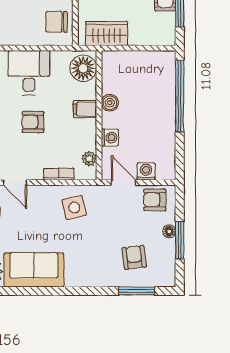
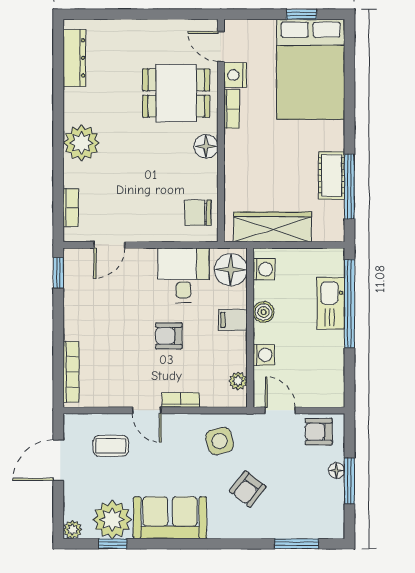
wardrobe: (107, 34) -> (272, 227), width x1.50
desk: (29, 73) -> (183, 275), moved
kitchen sink: (165, 96) -> (331, 303), added
washing machine: (146, 171) -> (264, 269), moved, turned 90
bookcase: (59, 174) -> (181, 400), moved
armchair: (134, 257) -> (248, 489), moved, turned -135

